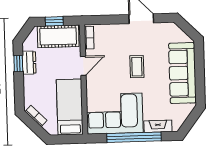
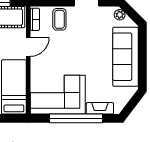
plant: (175, 30) -> (120, 15), added
coffee table: (137, 67) -> (59, 19), moved

